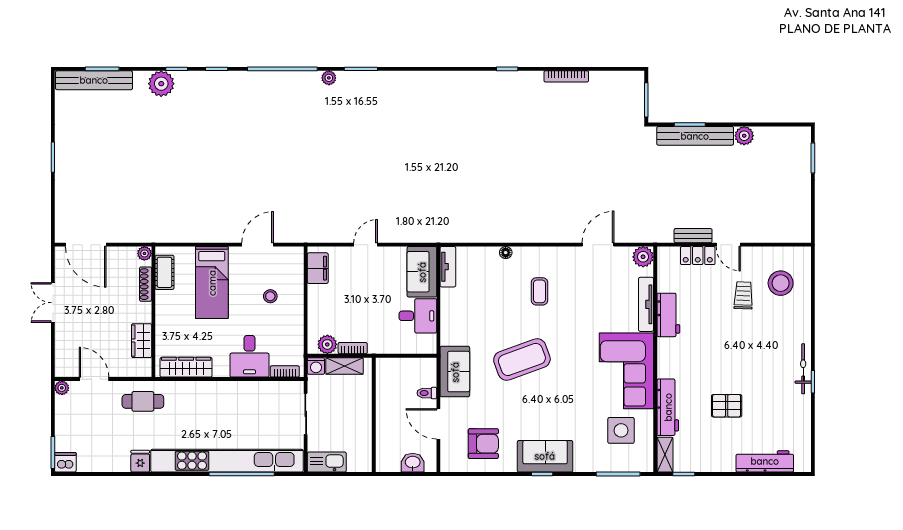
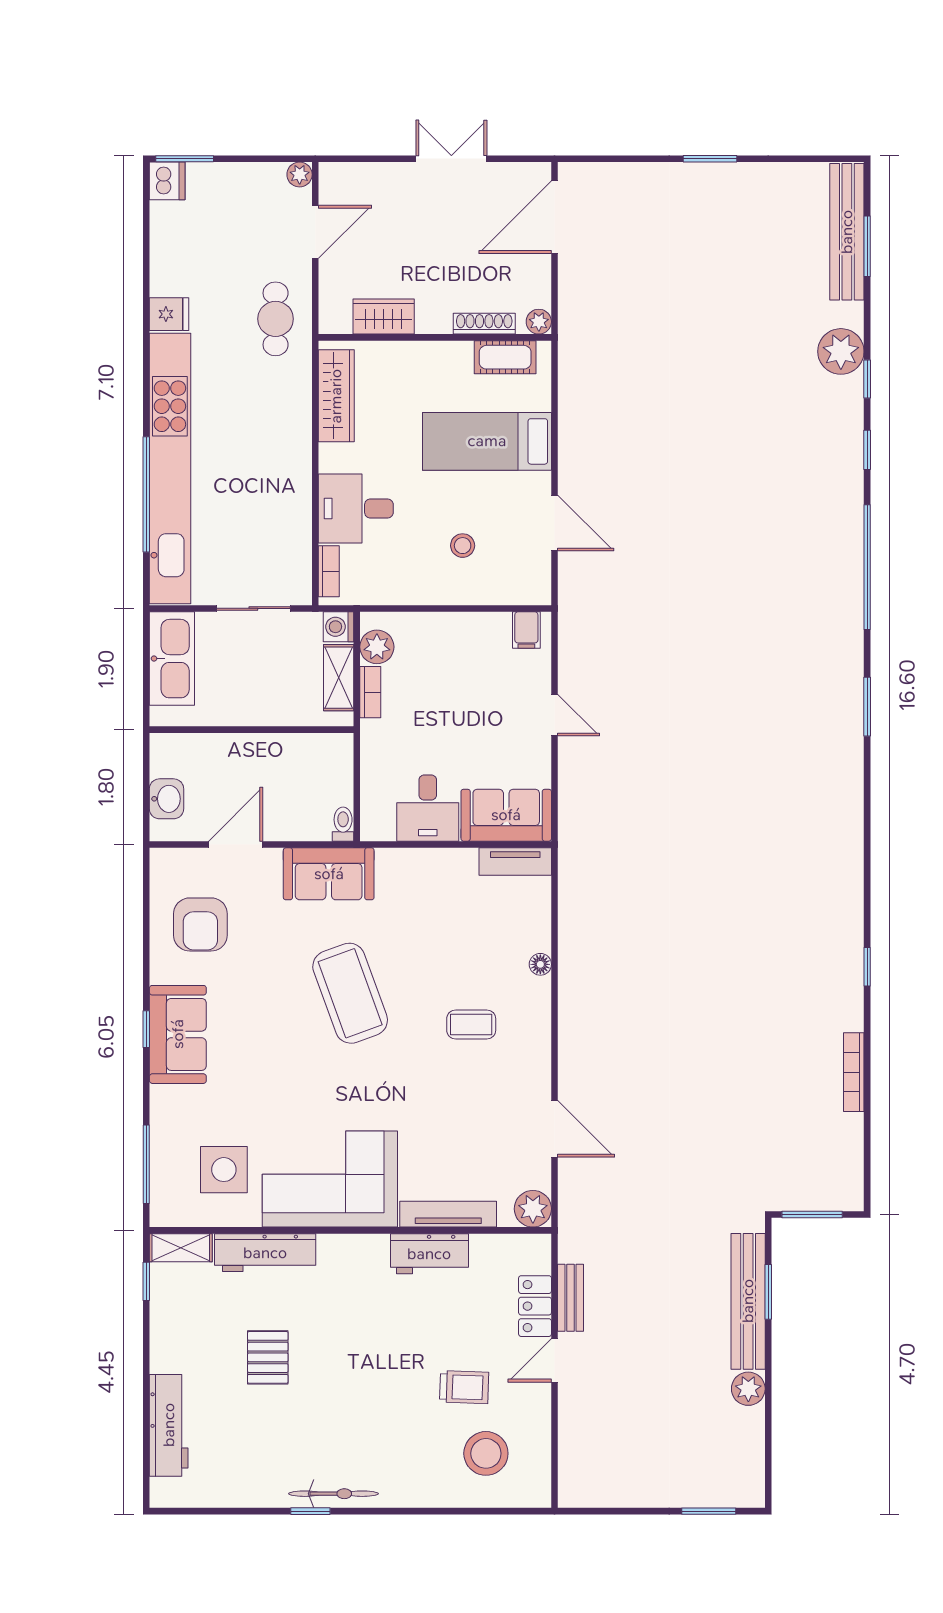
plant: (329, 78) -> (851, 650), removed
filing cabinet: (318, 268) -> (526, 630), width x0.50
toilet: (427, 393) -> (343, 824), moved
kitchen sink: (327, 462) -> (172, 659), width x1.36, depth x1.24

